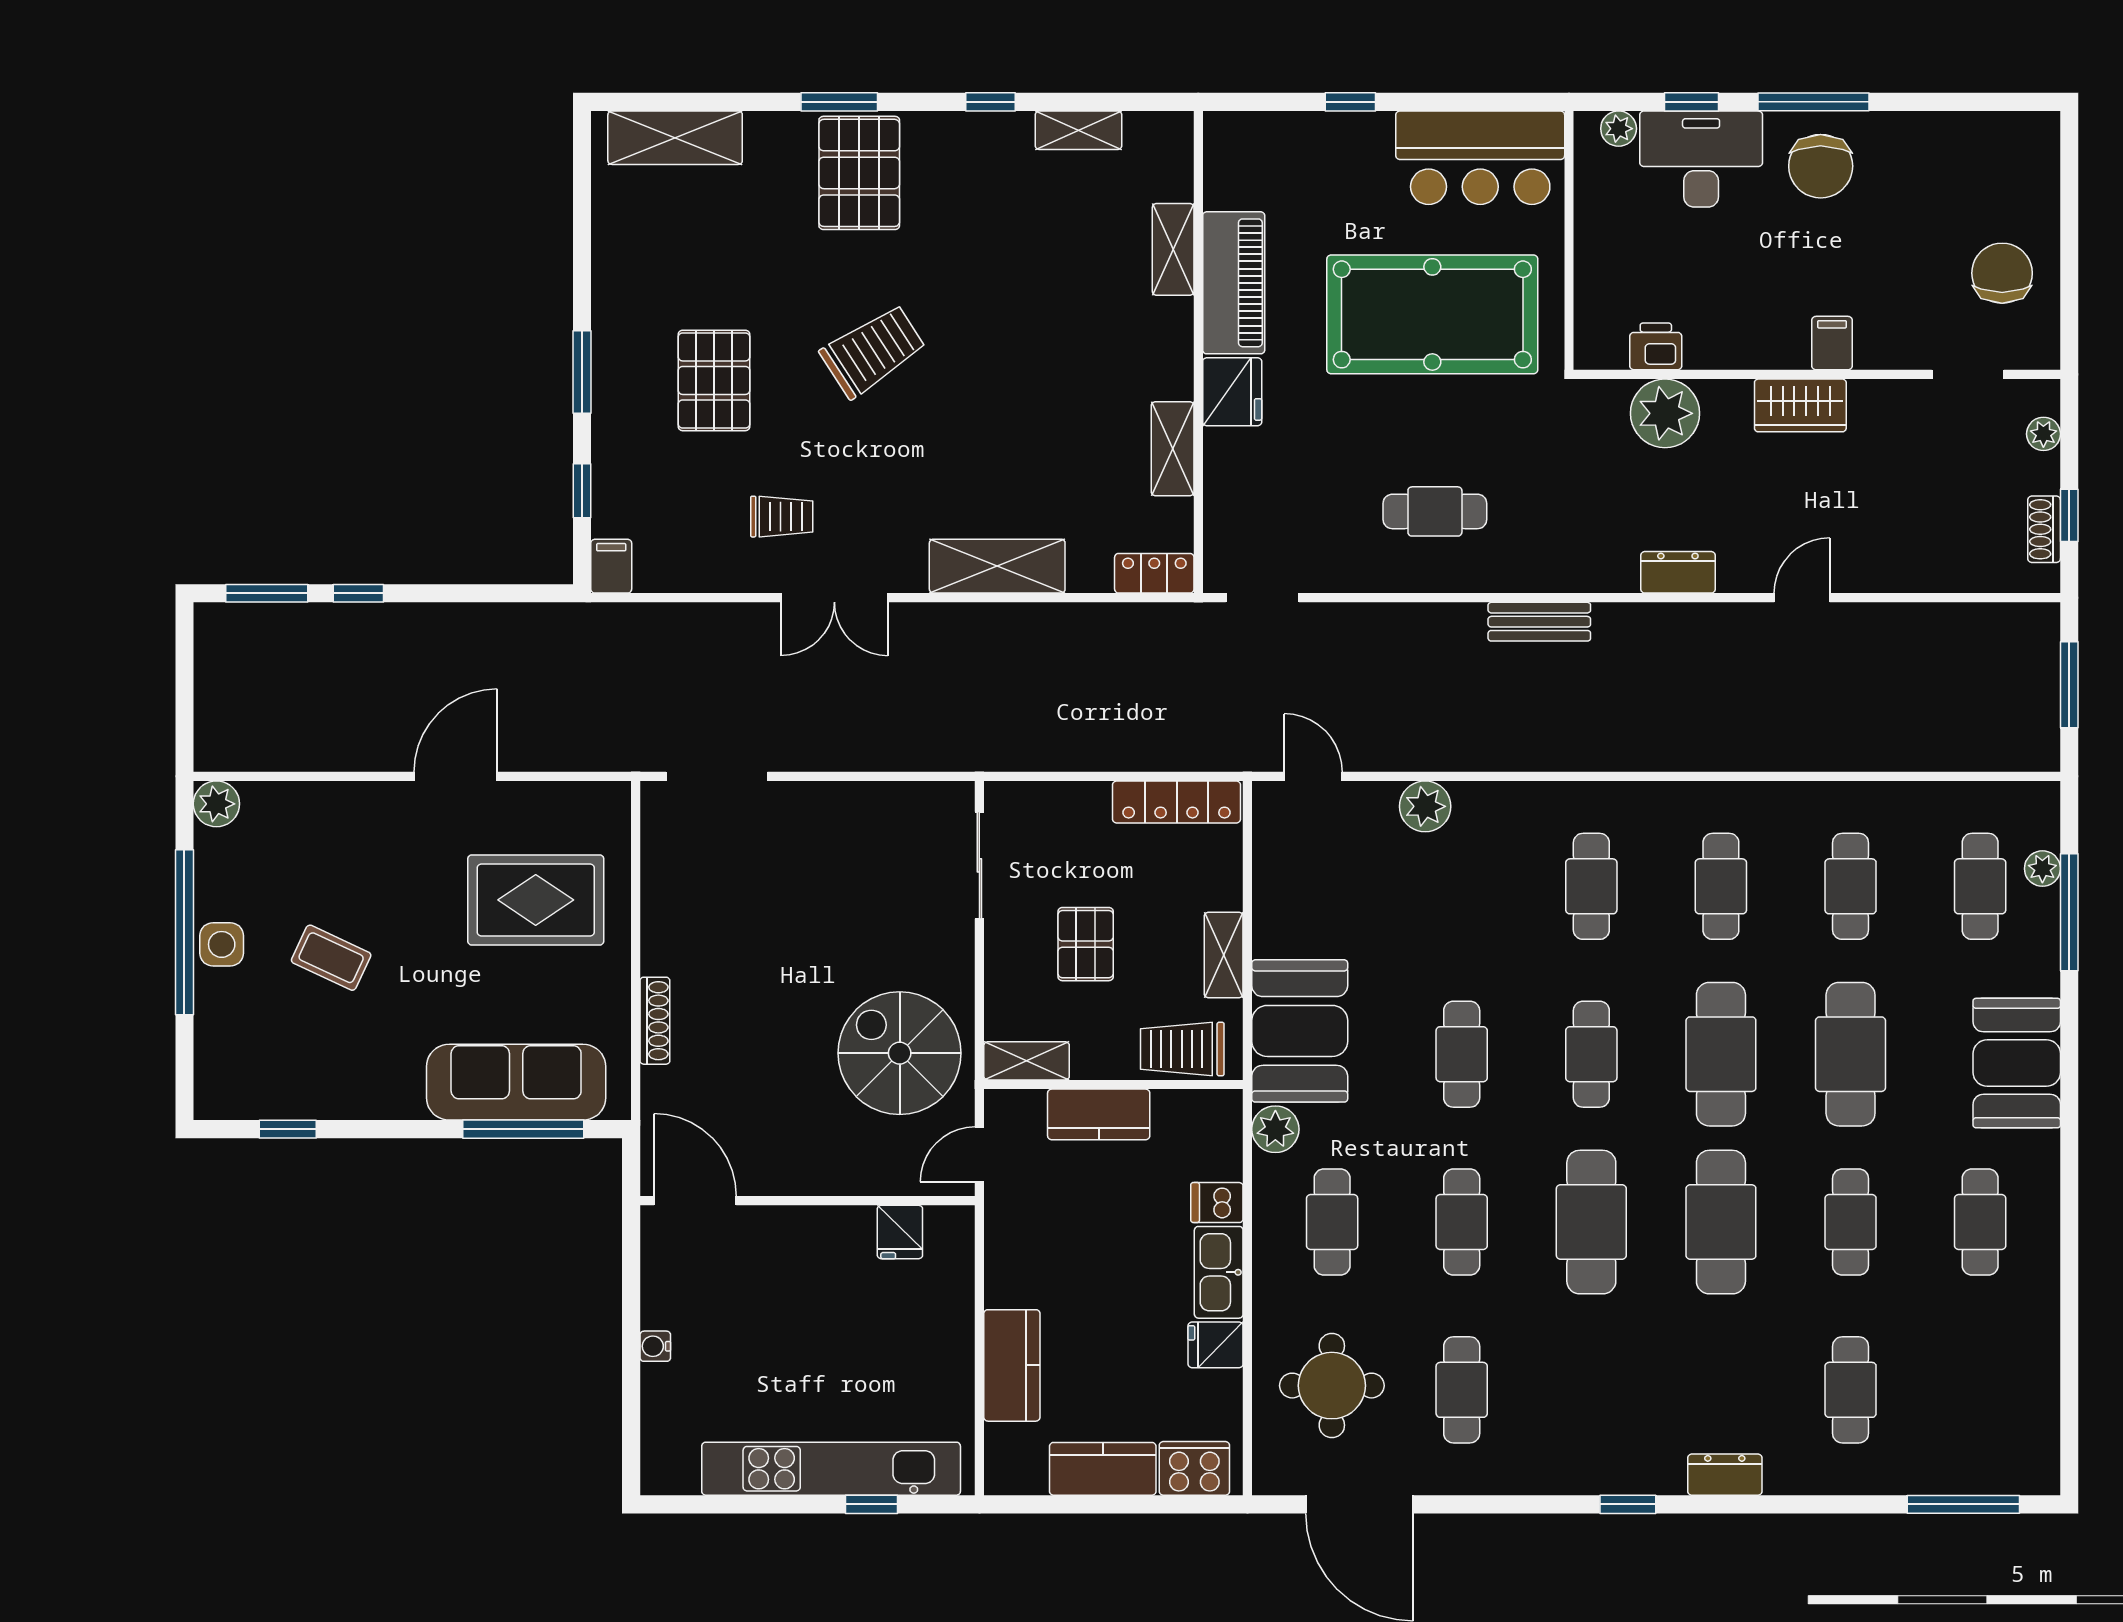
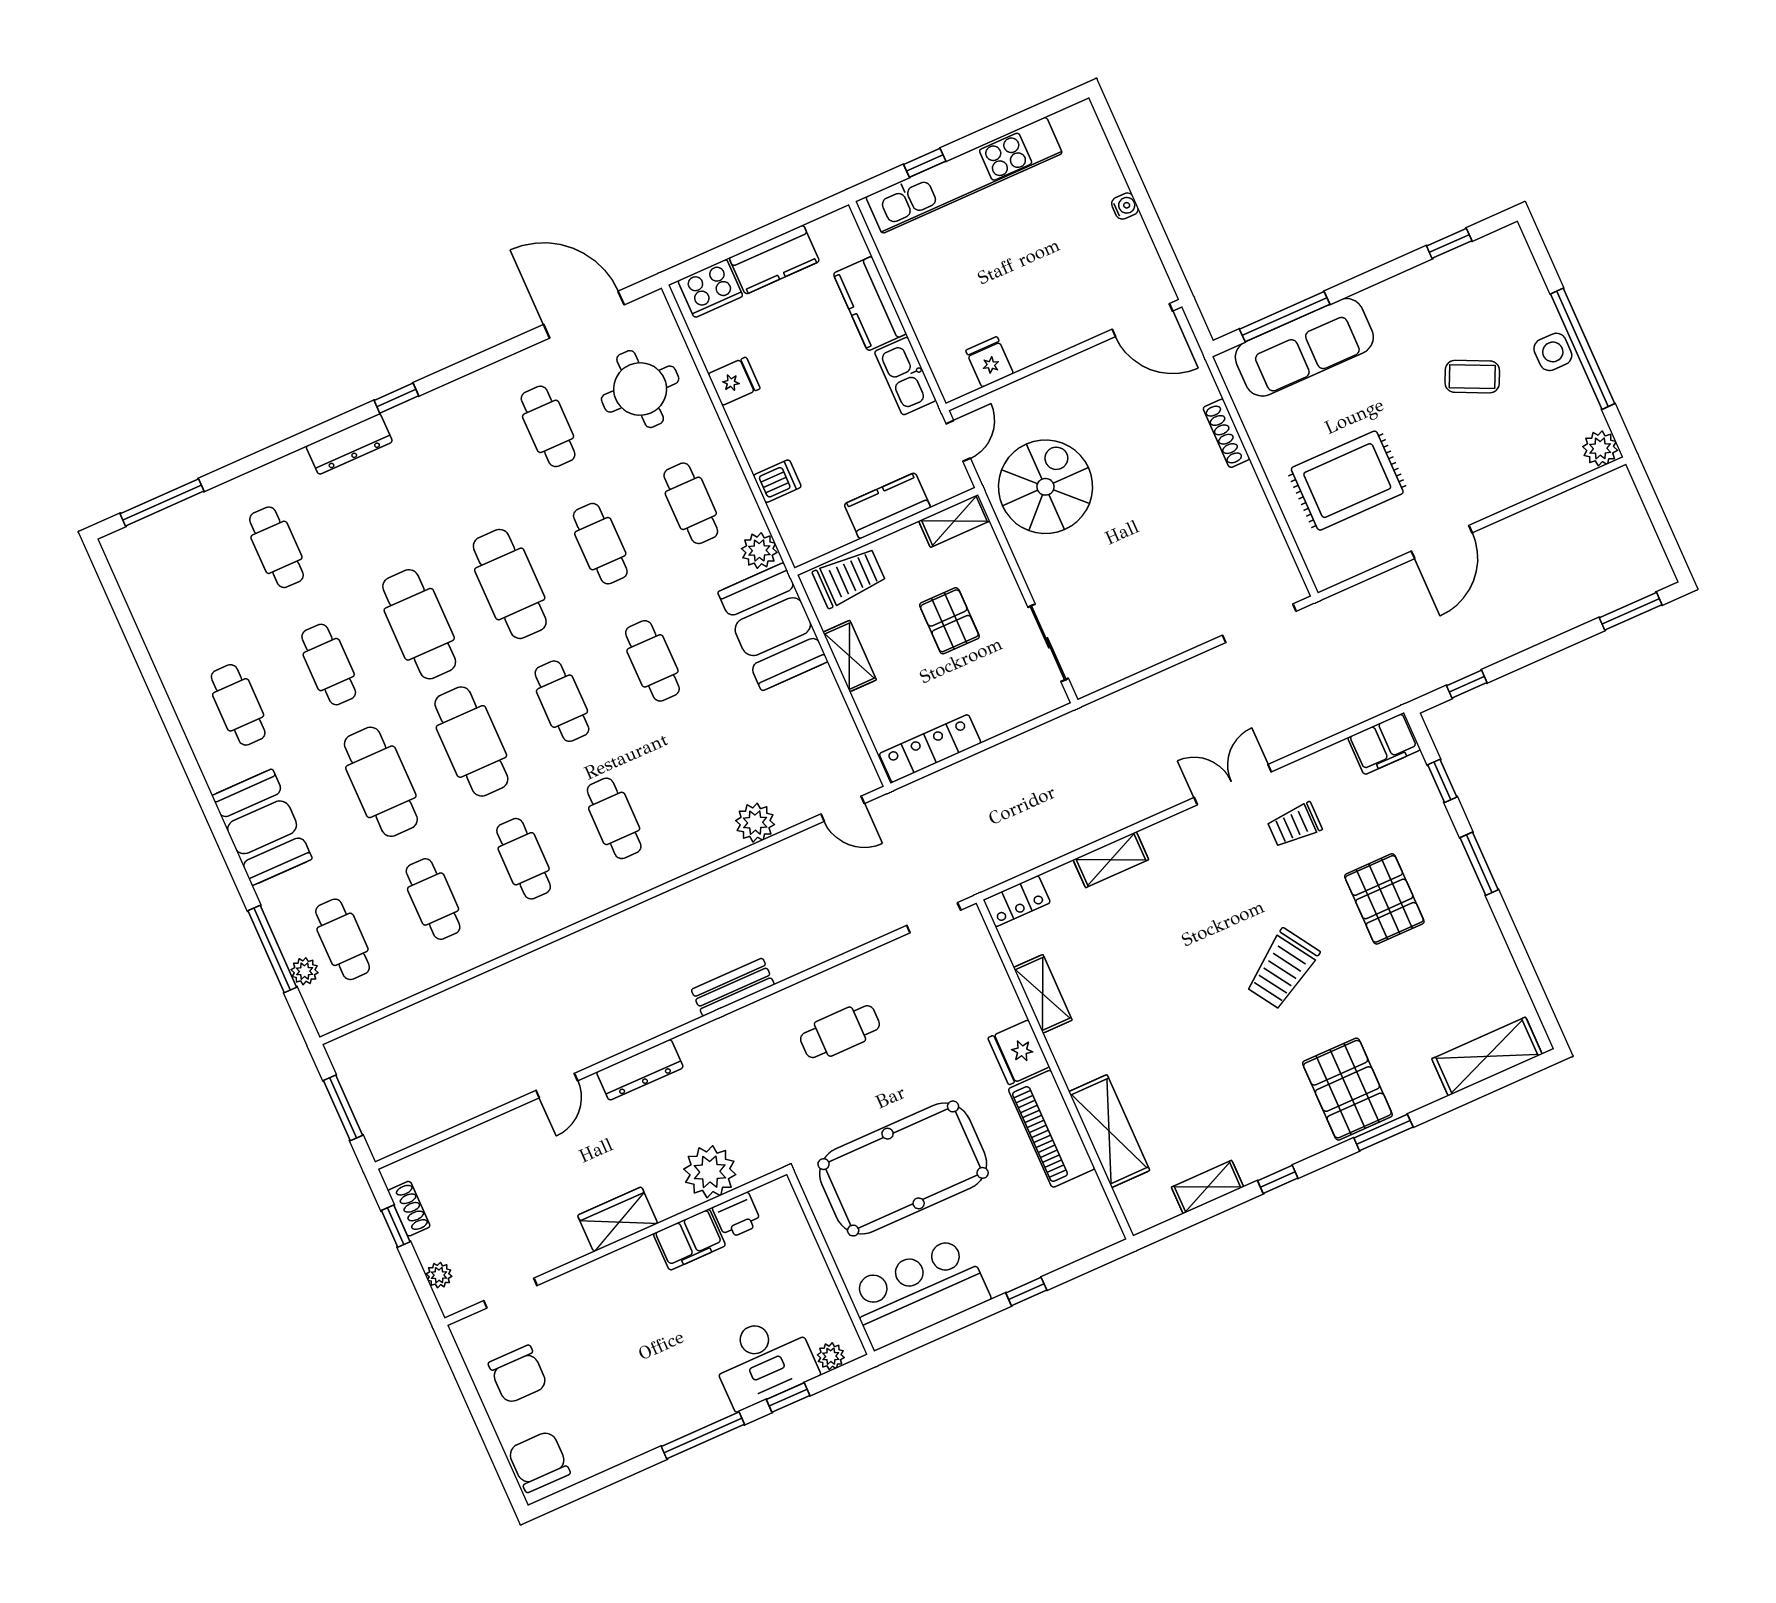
chair: (1821, 166) -> (539, 1462), moved
shelving: (1173, 249) -> (1109, 1131), width x1.50, depth x1.33
filing cabinet: (1832, 343) -> (689, 1240), moved, width x2.00
filing cabinet: (611, 566) -> (1384, 744), width x2.00
shelving: (997, 566) -> (1111, 860), width x0.67, depth x0.75
dresser: (1678, 572) -> (640, 1070), width x1.44
window: (358, 593) -> (1467, 684), moved
spiral stairs: (900, 1053) -> (1045, 487), turned -90
kitchen sink: (1219, 1272) -> (905, 376), moved, turned 180
dresser: (1725, 1475) -> (349, 444), width x1.44

